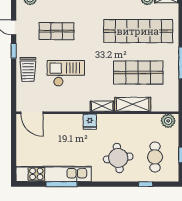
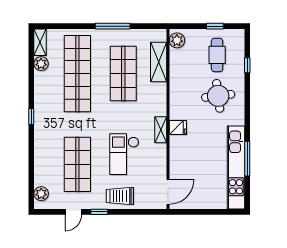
shop shelf: (56, 31) -> (77, 164), width x1.43, depth x1.36
trolley: (28, 69) -> (120, 196), turned 180
shelving: (133, 104) -> (159, 62), moved
shelving: (102, 106) -> (161, 130), moved
cafe table: (155, 157) -> (217, 55), turned 90

